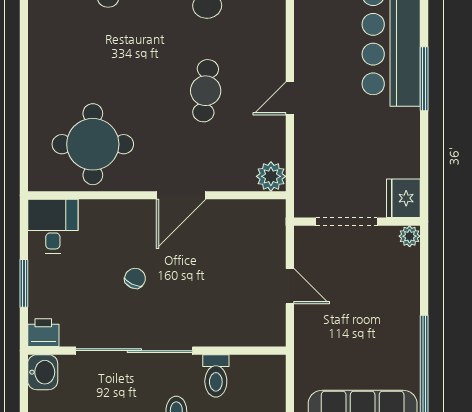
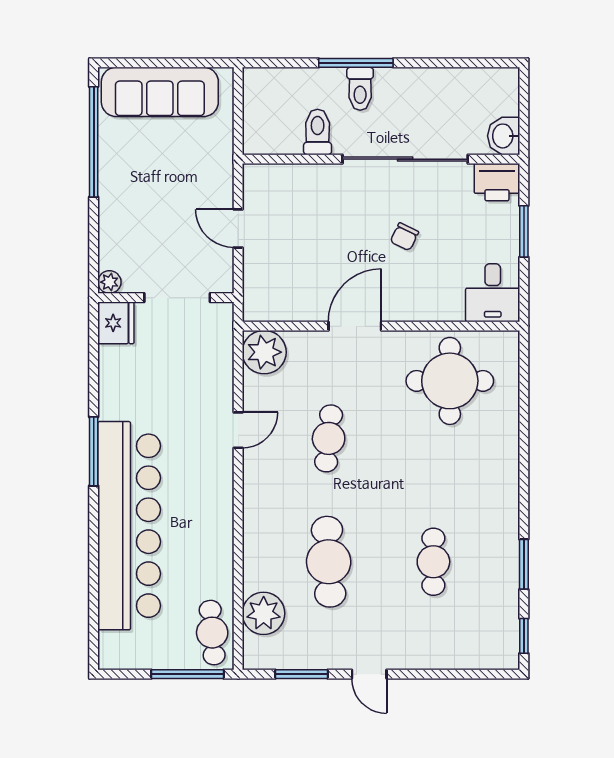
plant: (271, 176) -> (264, 352), width x1.36, depth x1.36
printer: (43, 333) -> (497, 182), width x1.36, depth x1.24

